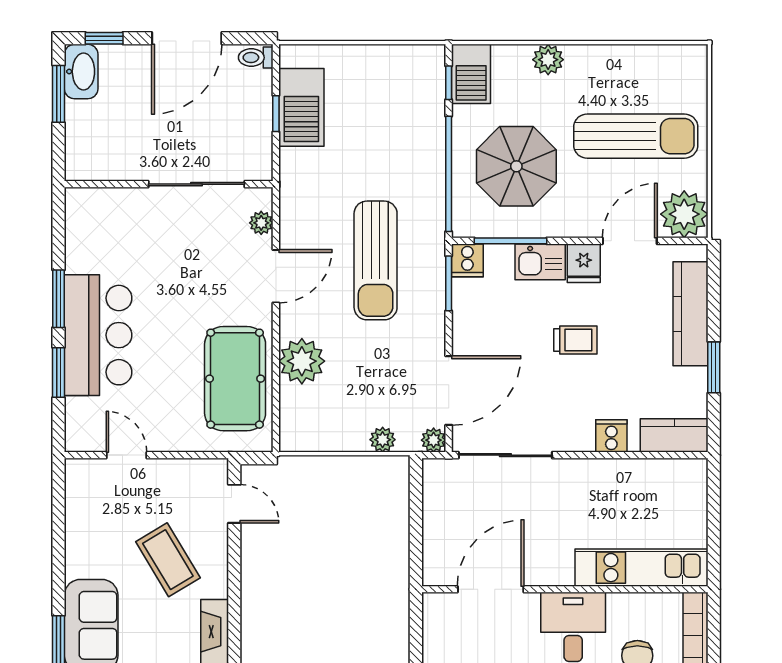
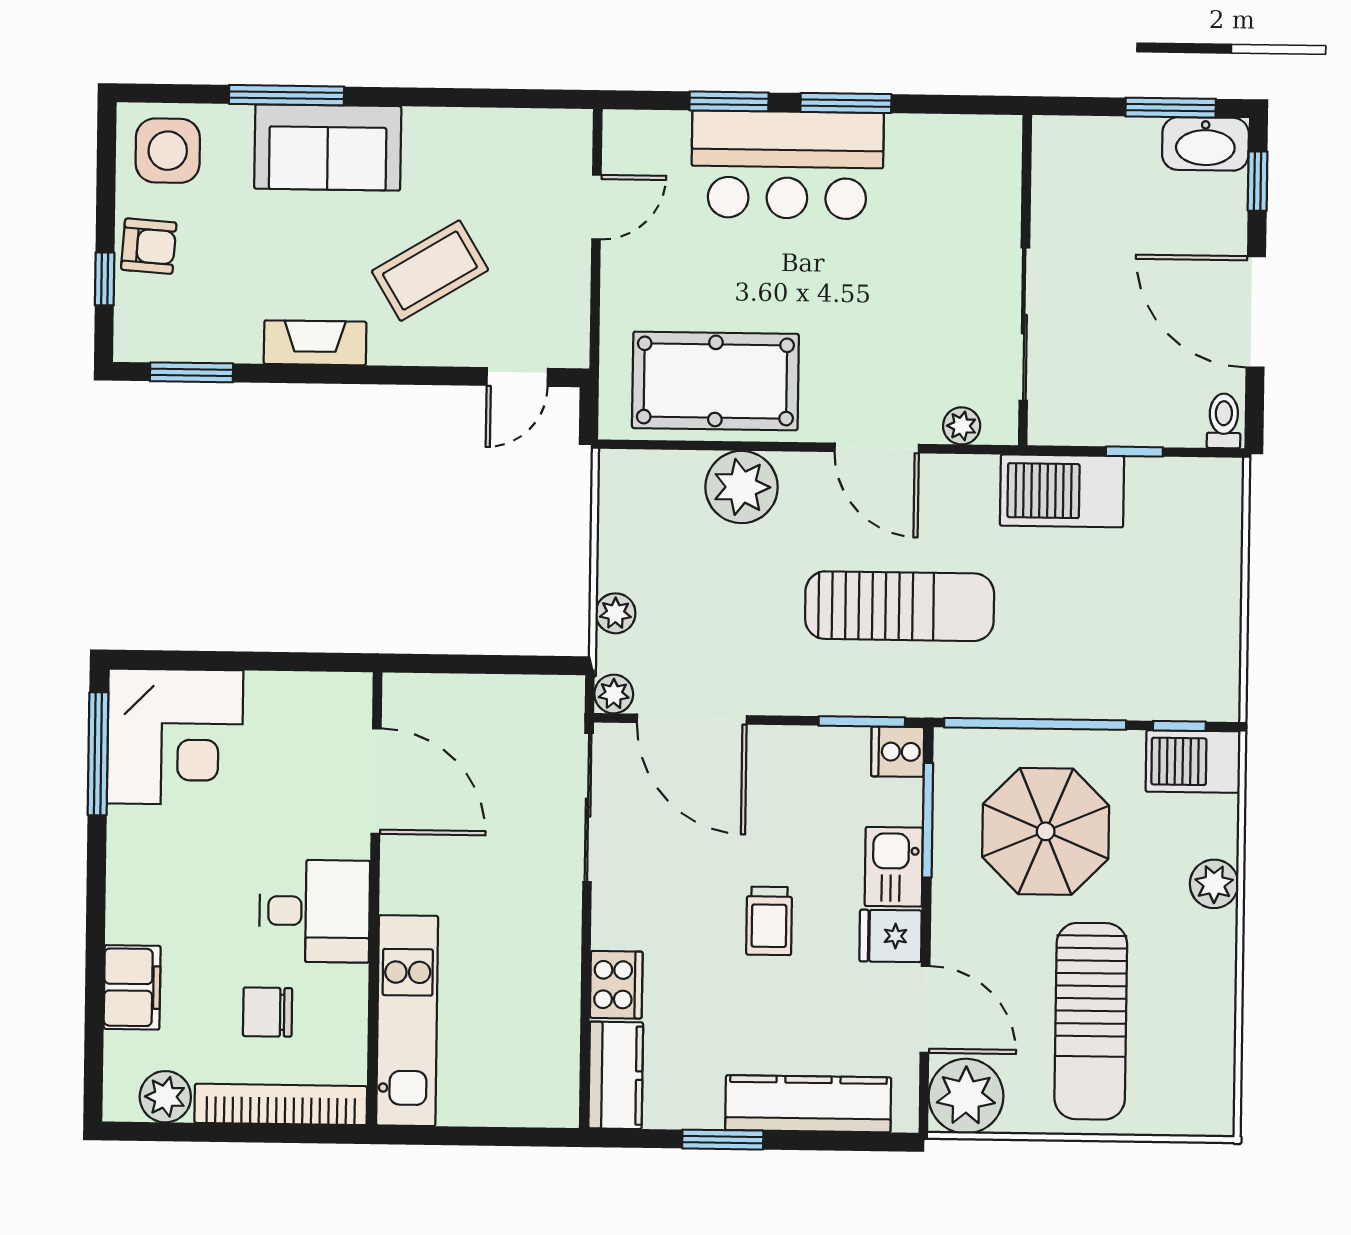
barbecue: (301, 107) -> (1062, 491), moved
sun lounger: (376, 260) -> (900, 606), turned 180
cooker: (611, 436) -> (616, 985), width x1.36

